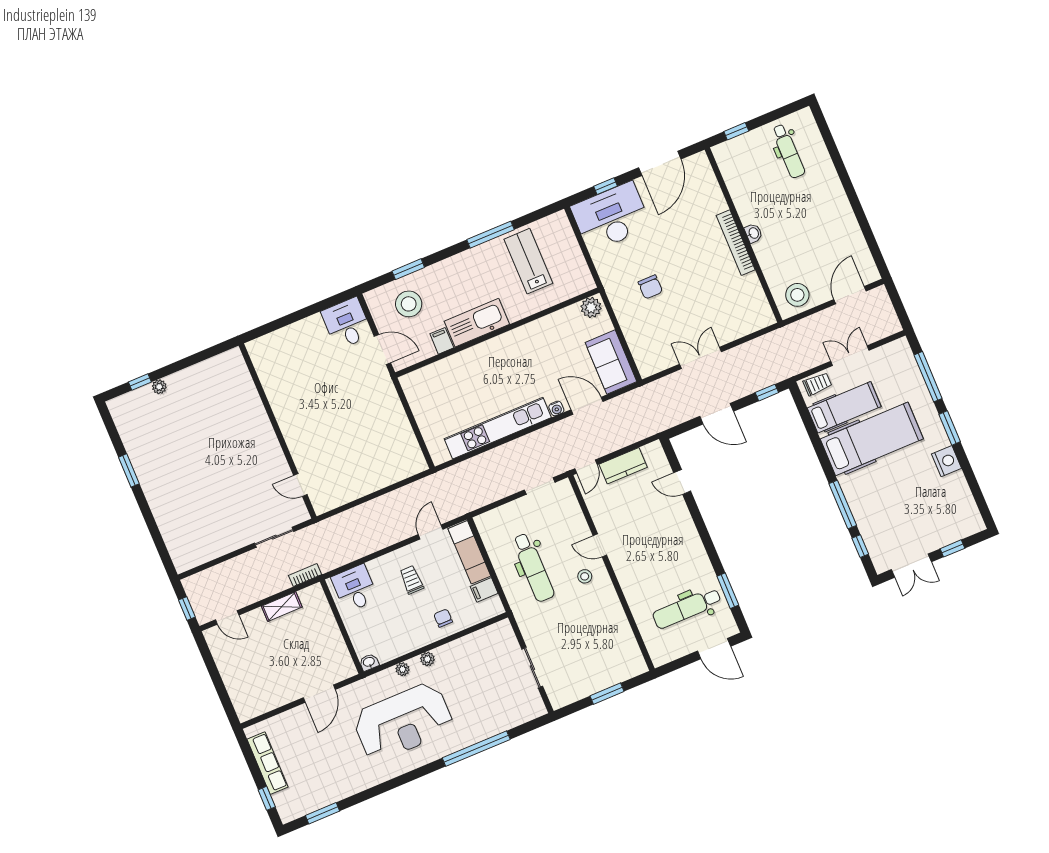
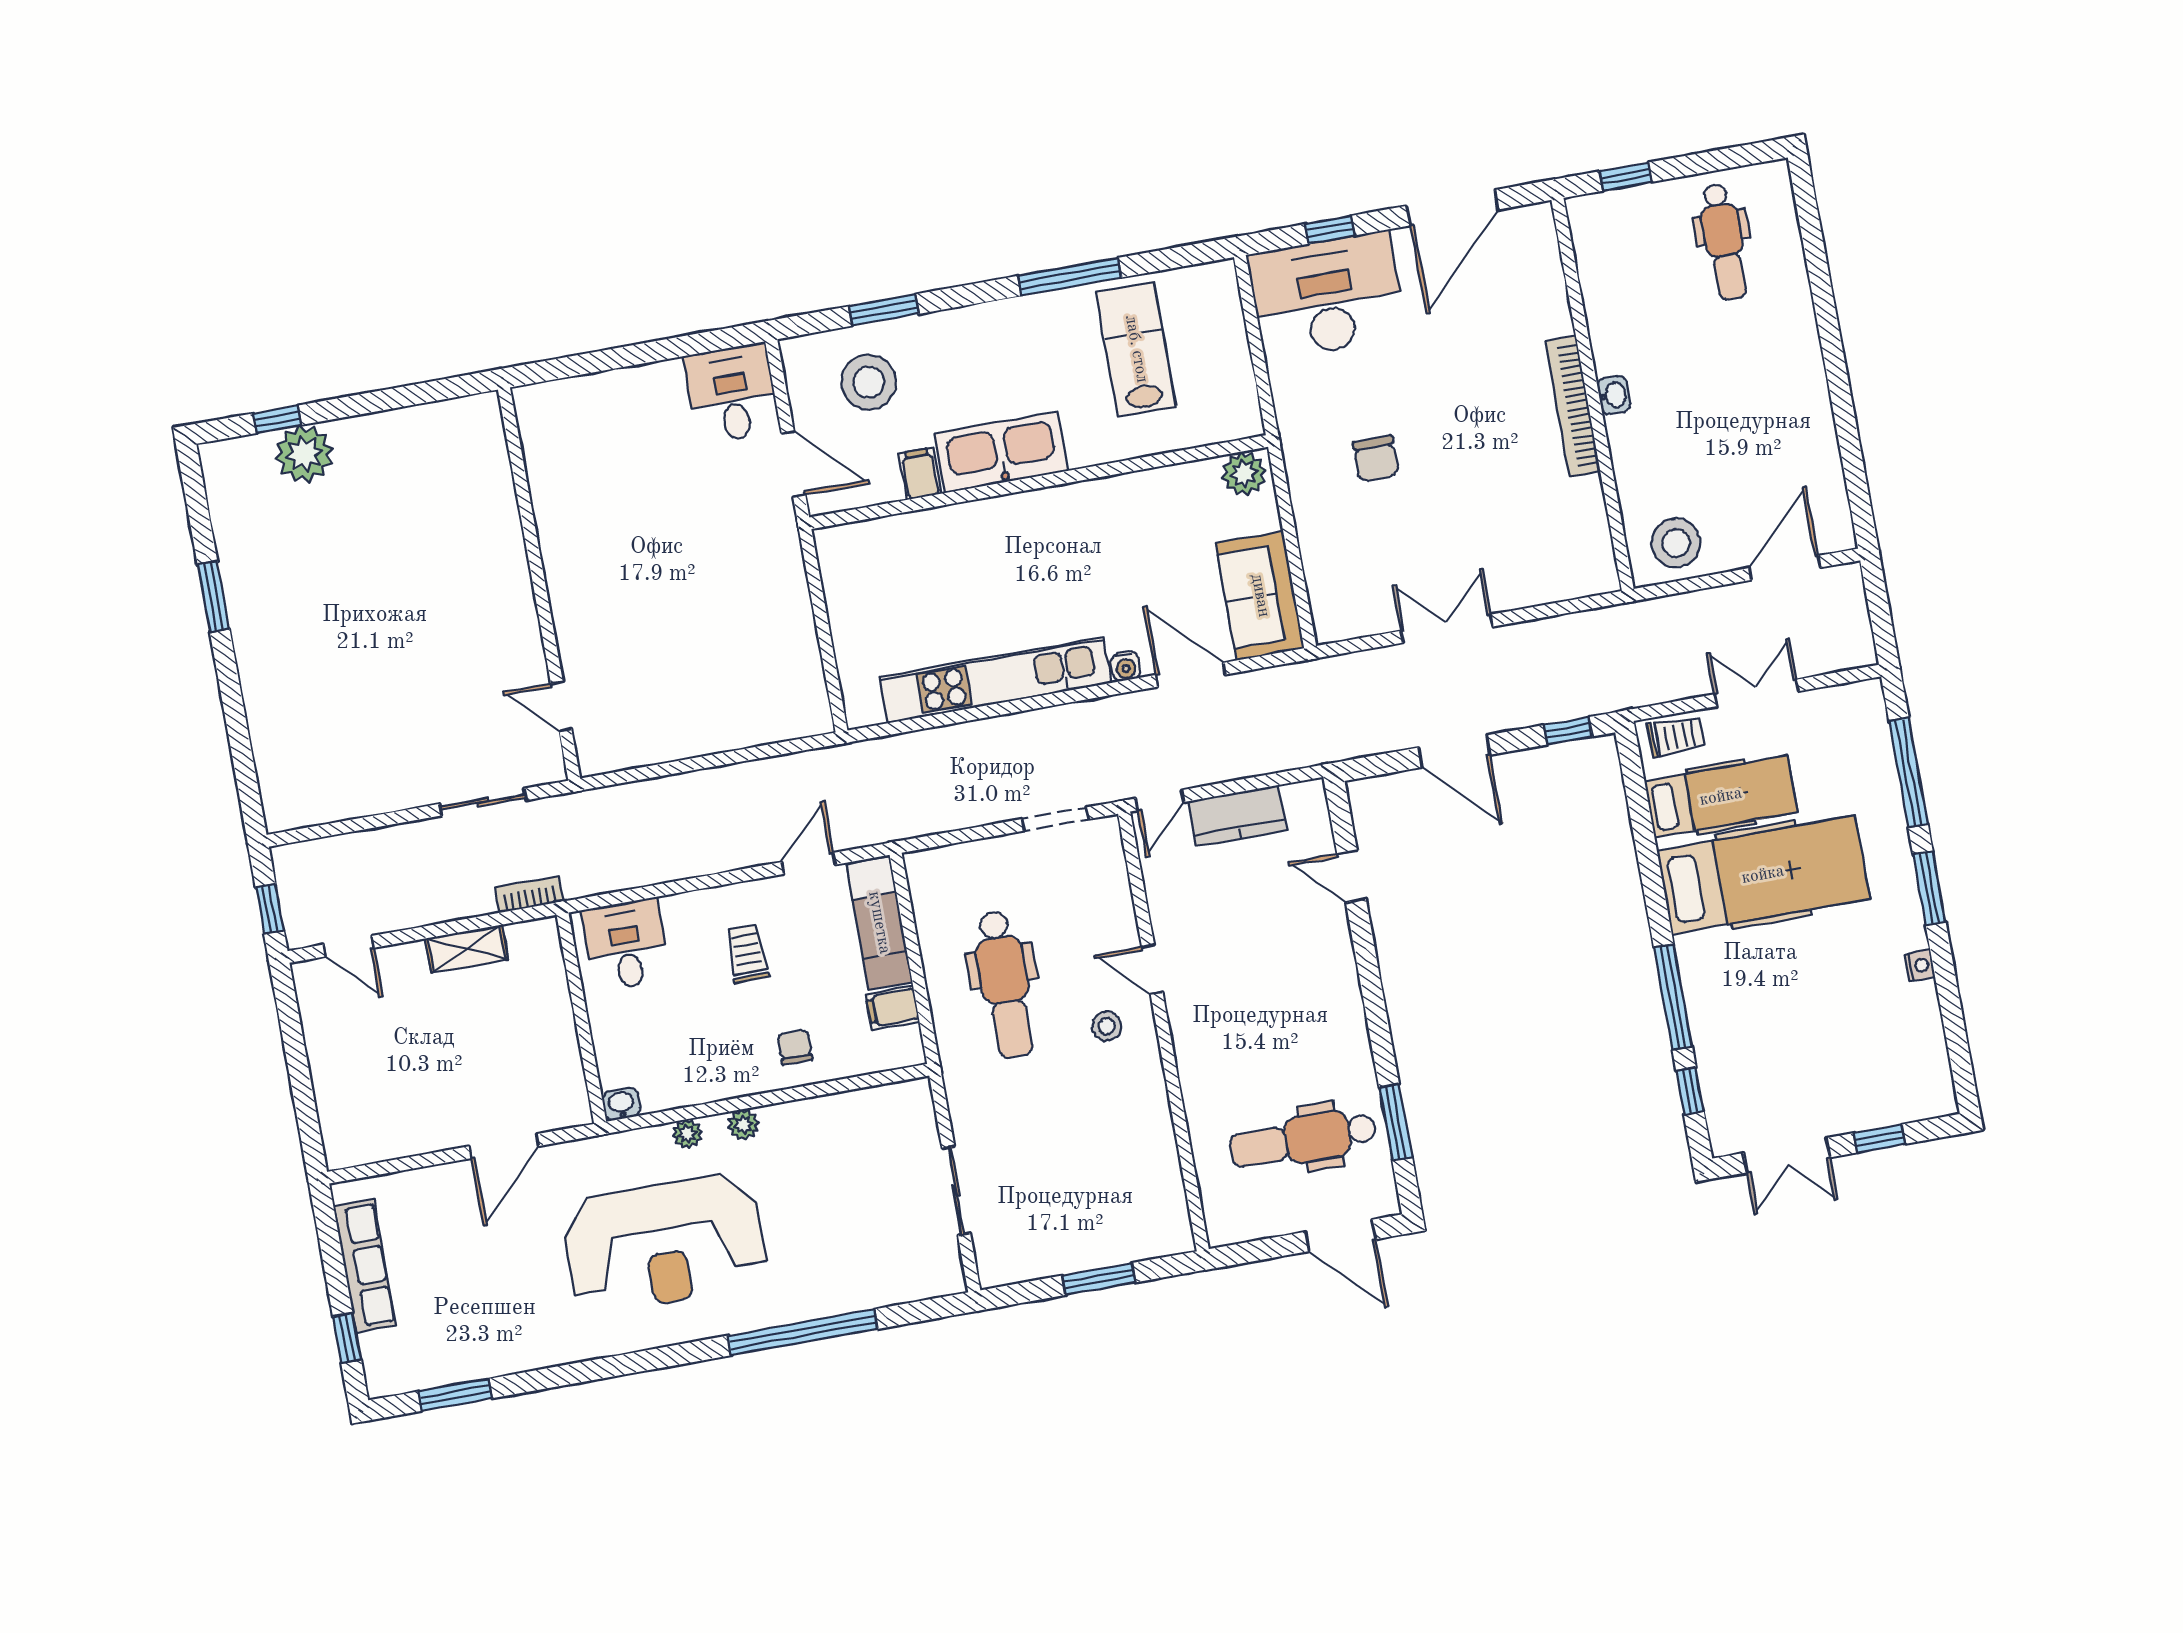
plant: (159, 387) -> (304, 454), width x1.88, depth x1.88
nightstand: (946, 461) -> (1920, 966), width x0.53, depth x0.56

